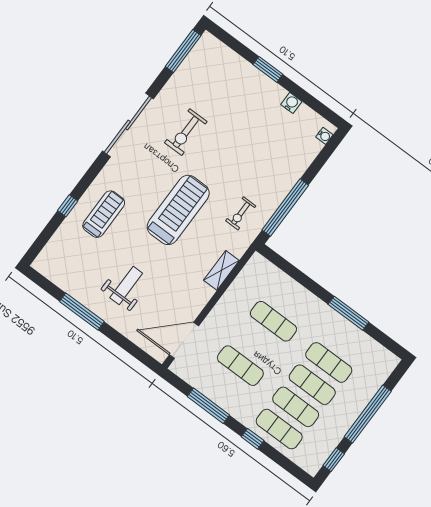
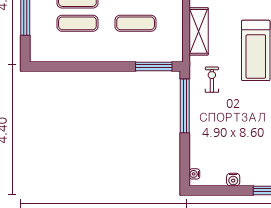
shelving: (221, 270) -> (199, 31), width x1.50, depth x1.33
window: (348, 313) -> (154, 66), moved

